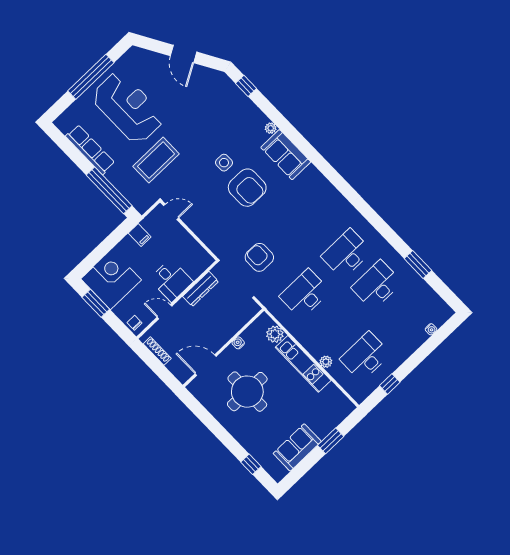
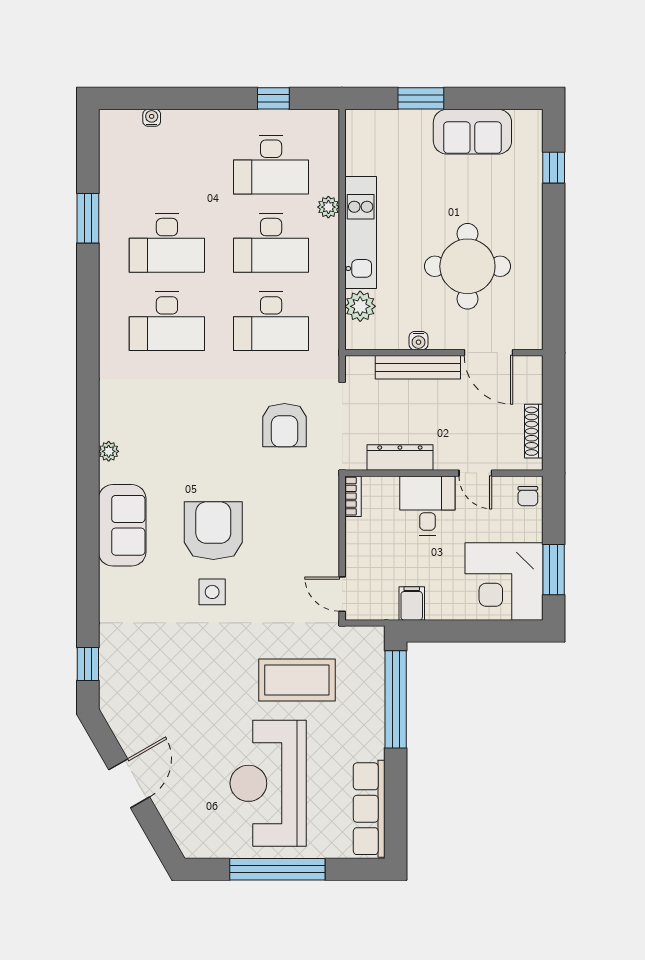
plant: (271, 128) -> (109, 451), moved
row of seats: (90, 150) -> (369, 809), moved
bookcase: (205, 255) -> (353, 496), added
desk: (335, 325) -> (271, 243), added
bench: (228, 332) -> (418, 367), added

